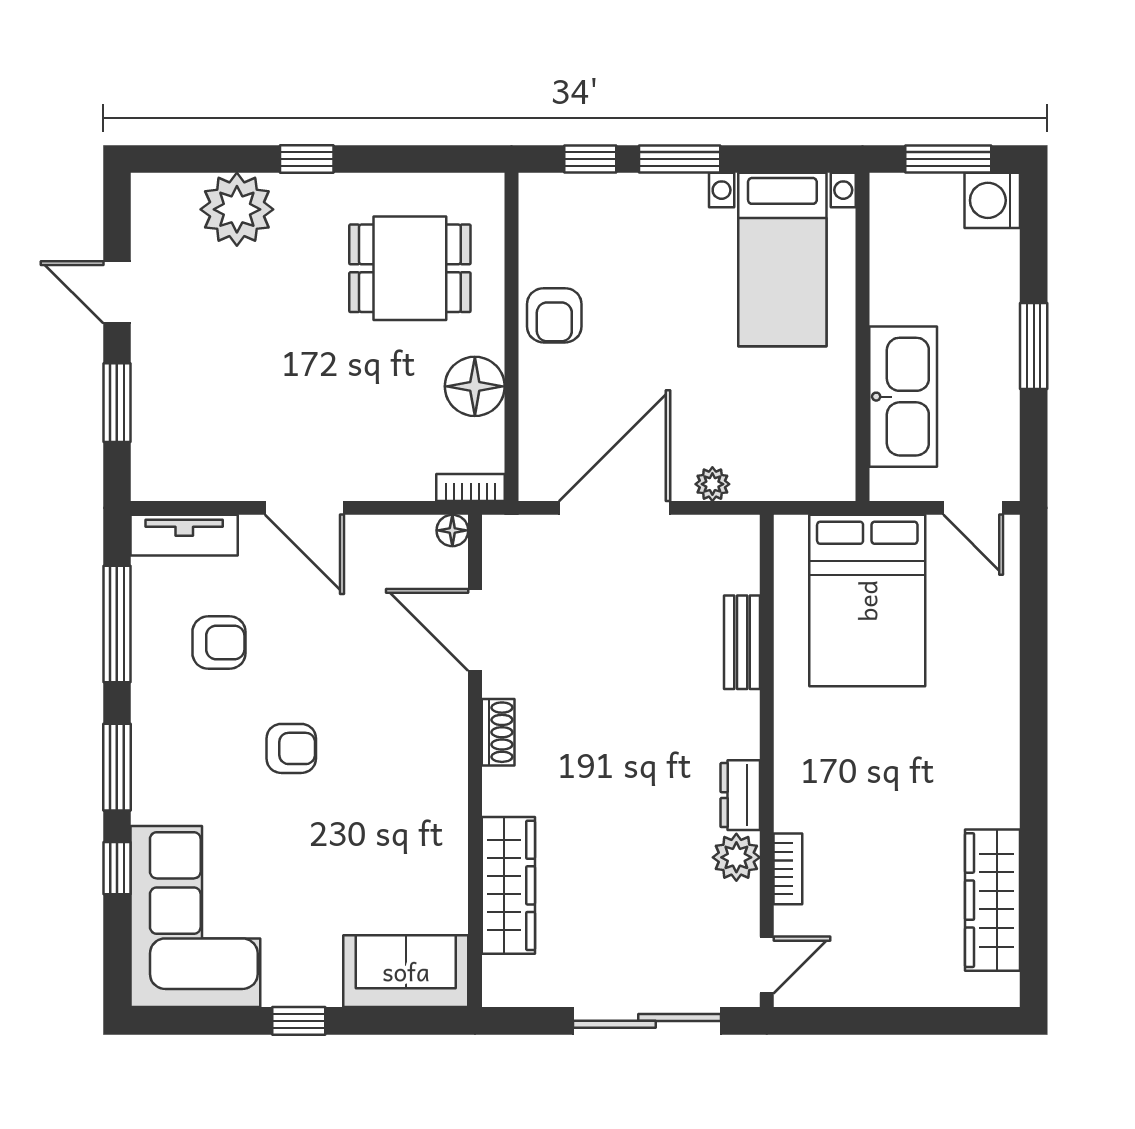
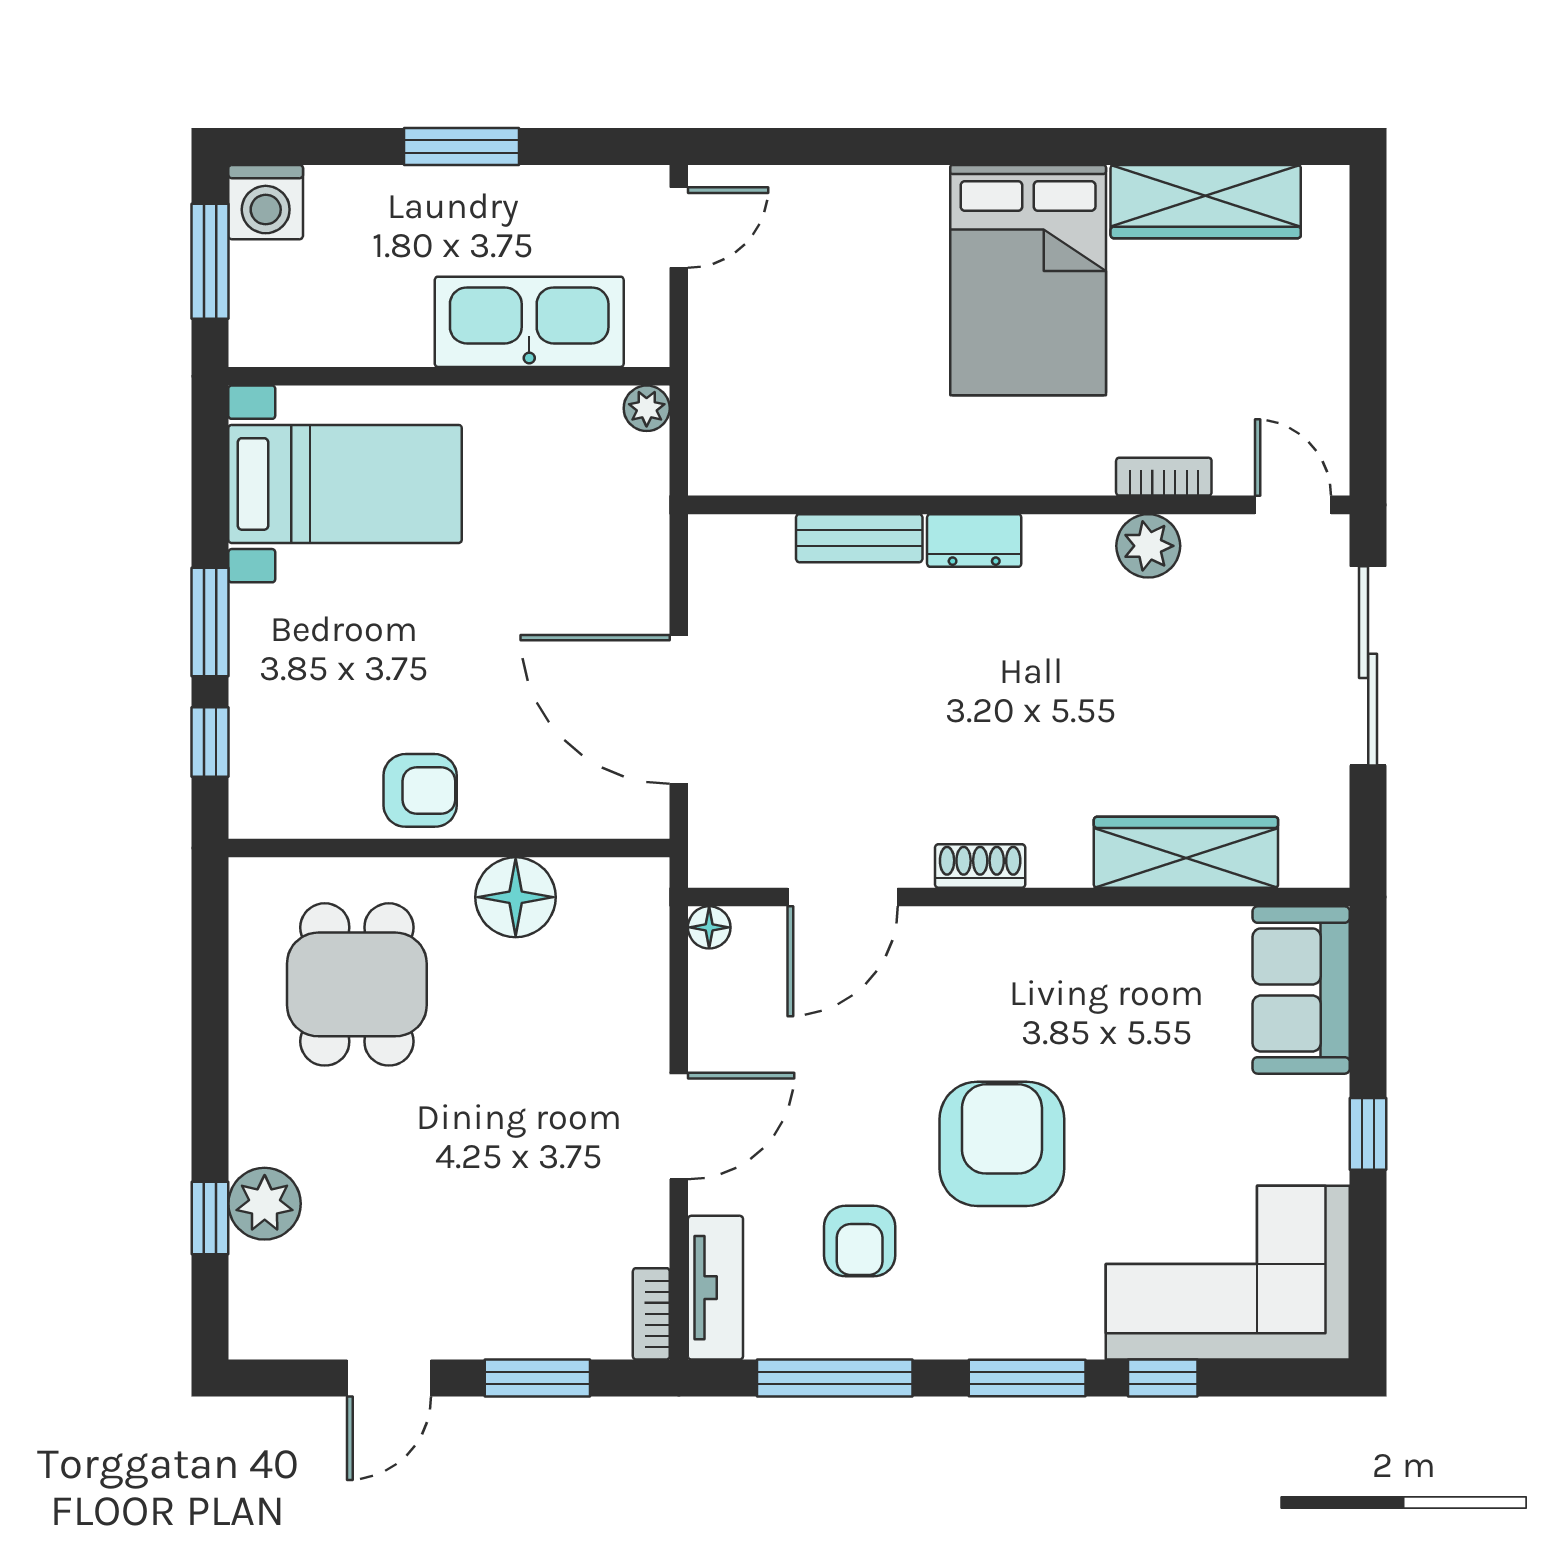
window: (307, 159) -> (210, 1218), moved
plant: (237, 209) -> (265, 1204), width x0.73, depth x0.73
plant: (712, 484) -> (647, 408), moved
bookcase: (471, 487) -> (651, 1314), moved
bed: (867, 601) -> (1028, 280), moved, turned 90
armchair: (219, 643) -> (860, 1241), turned 180
armchair: (291, 748) -> (1002, 1144), width x1.88, depth x1.88
dresser: (740, 795) -> (974, 541), moved

